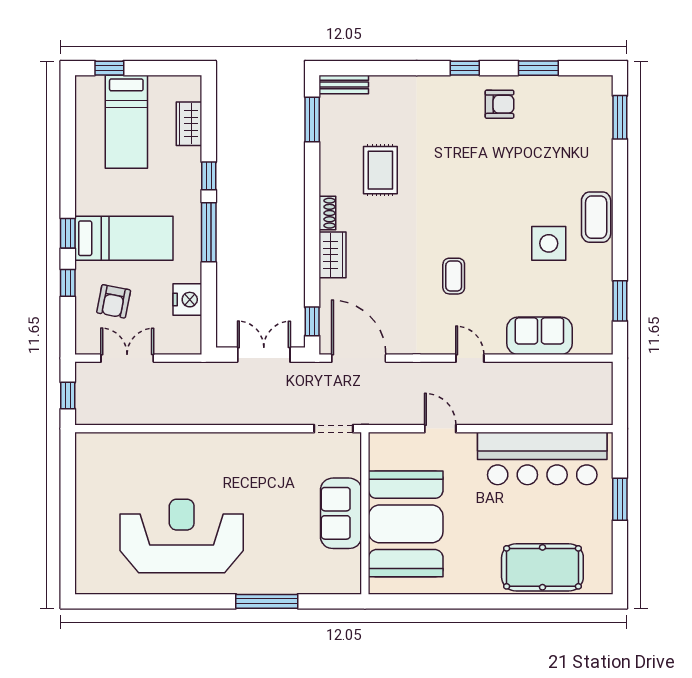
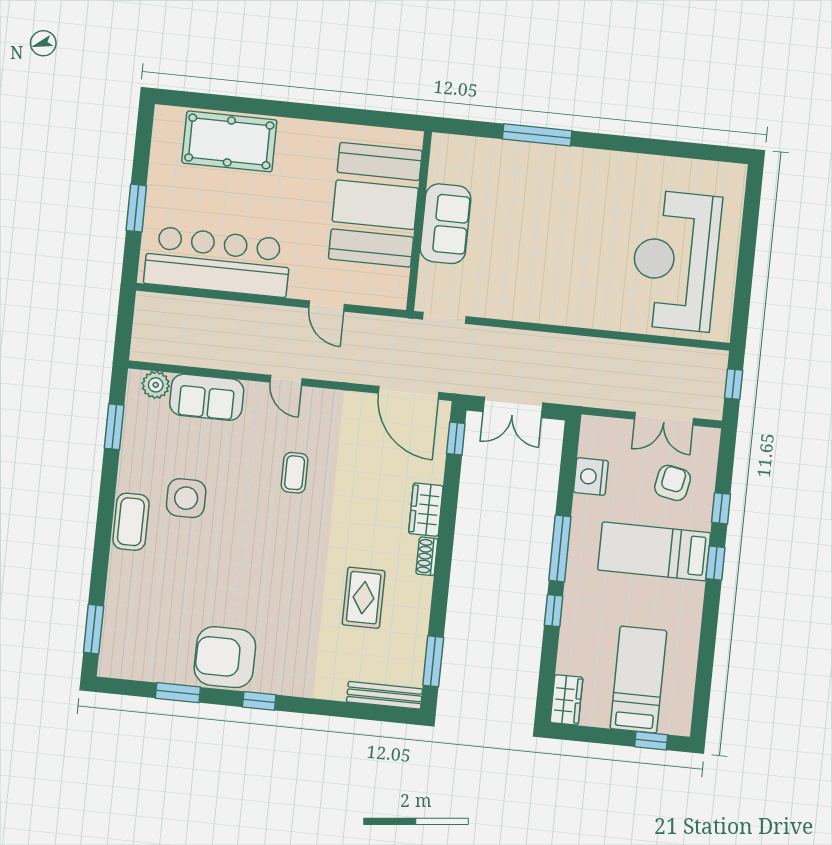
bench: (344, 84) -> (385, 695), width x1.36
armchair: (499, 104) -> (225, 657), width x1.88, depth x1.88
wardrobe: (189, 124) -> (566, 700), moved
plant: (586, 342) -> (156, 385), added
reception desk: (182, 536) -> (675, 261), moved, turned 90

